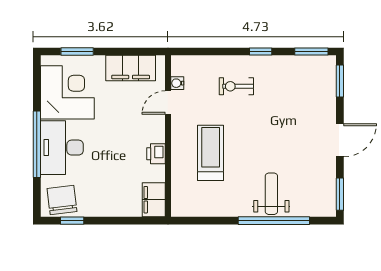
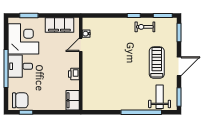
exercise bike: (236, 86) -> (145, 27), moved
desk: (62, 148) -> (20, 66), width x0.73
treadmill: (211, 153) -> (157, 63), moved
weight bench: (271, 194) -> (160, 97), moved
chair: (62, 200) -> (20, 100), turned 97

